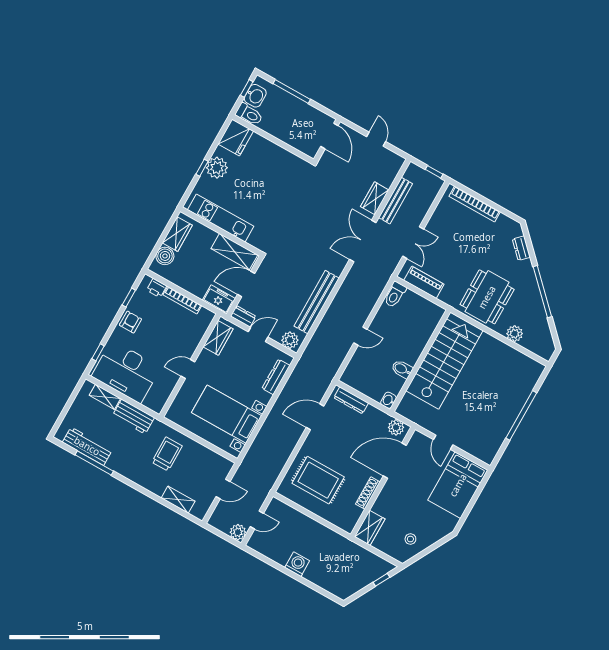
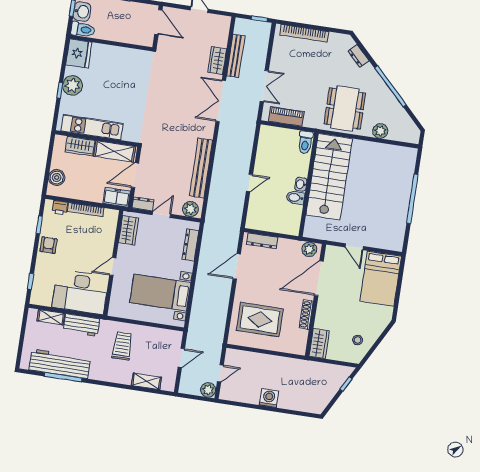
wardrobe: (177, 234) -> (80, 146), moved, turned 90
toilet: (395, 295) -> (305, 142), moved
desk: (126, 372) -> (80, 292), moved
washbasin: (388, 400) -> (301, 184), moved
workbench: (87, 446) -> (60, 364), width x1.36, depth x1.32

